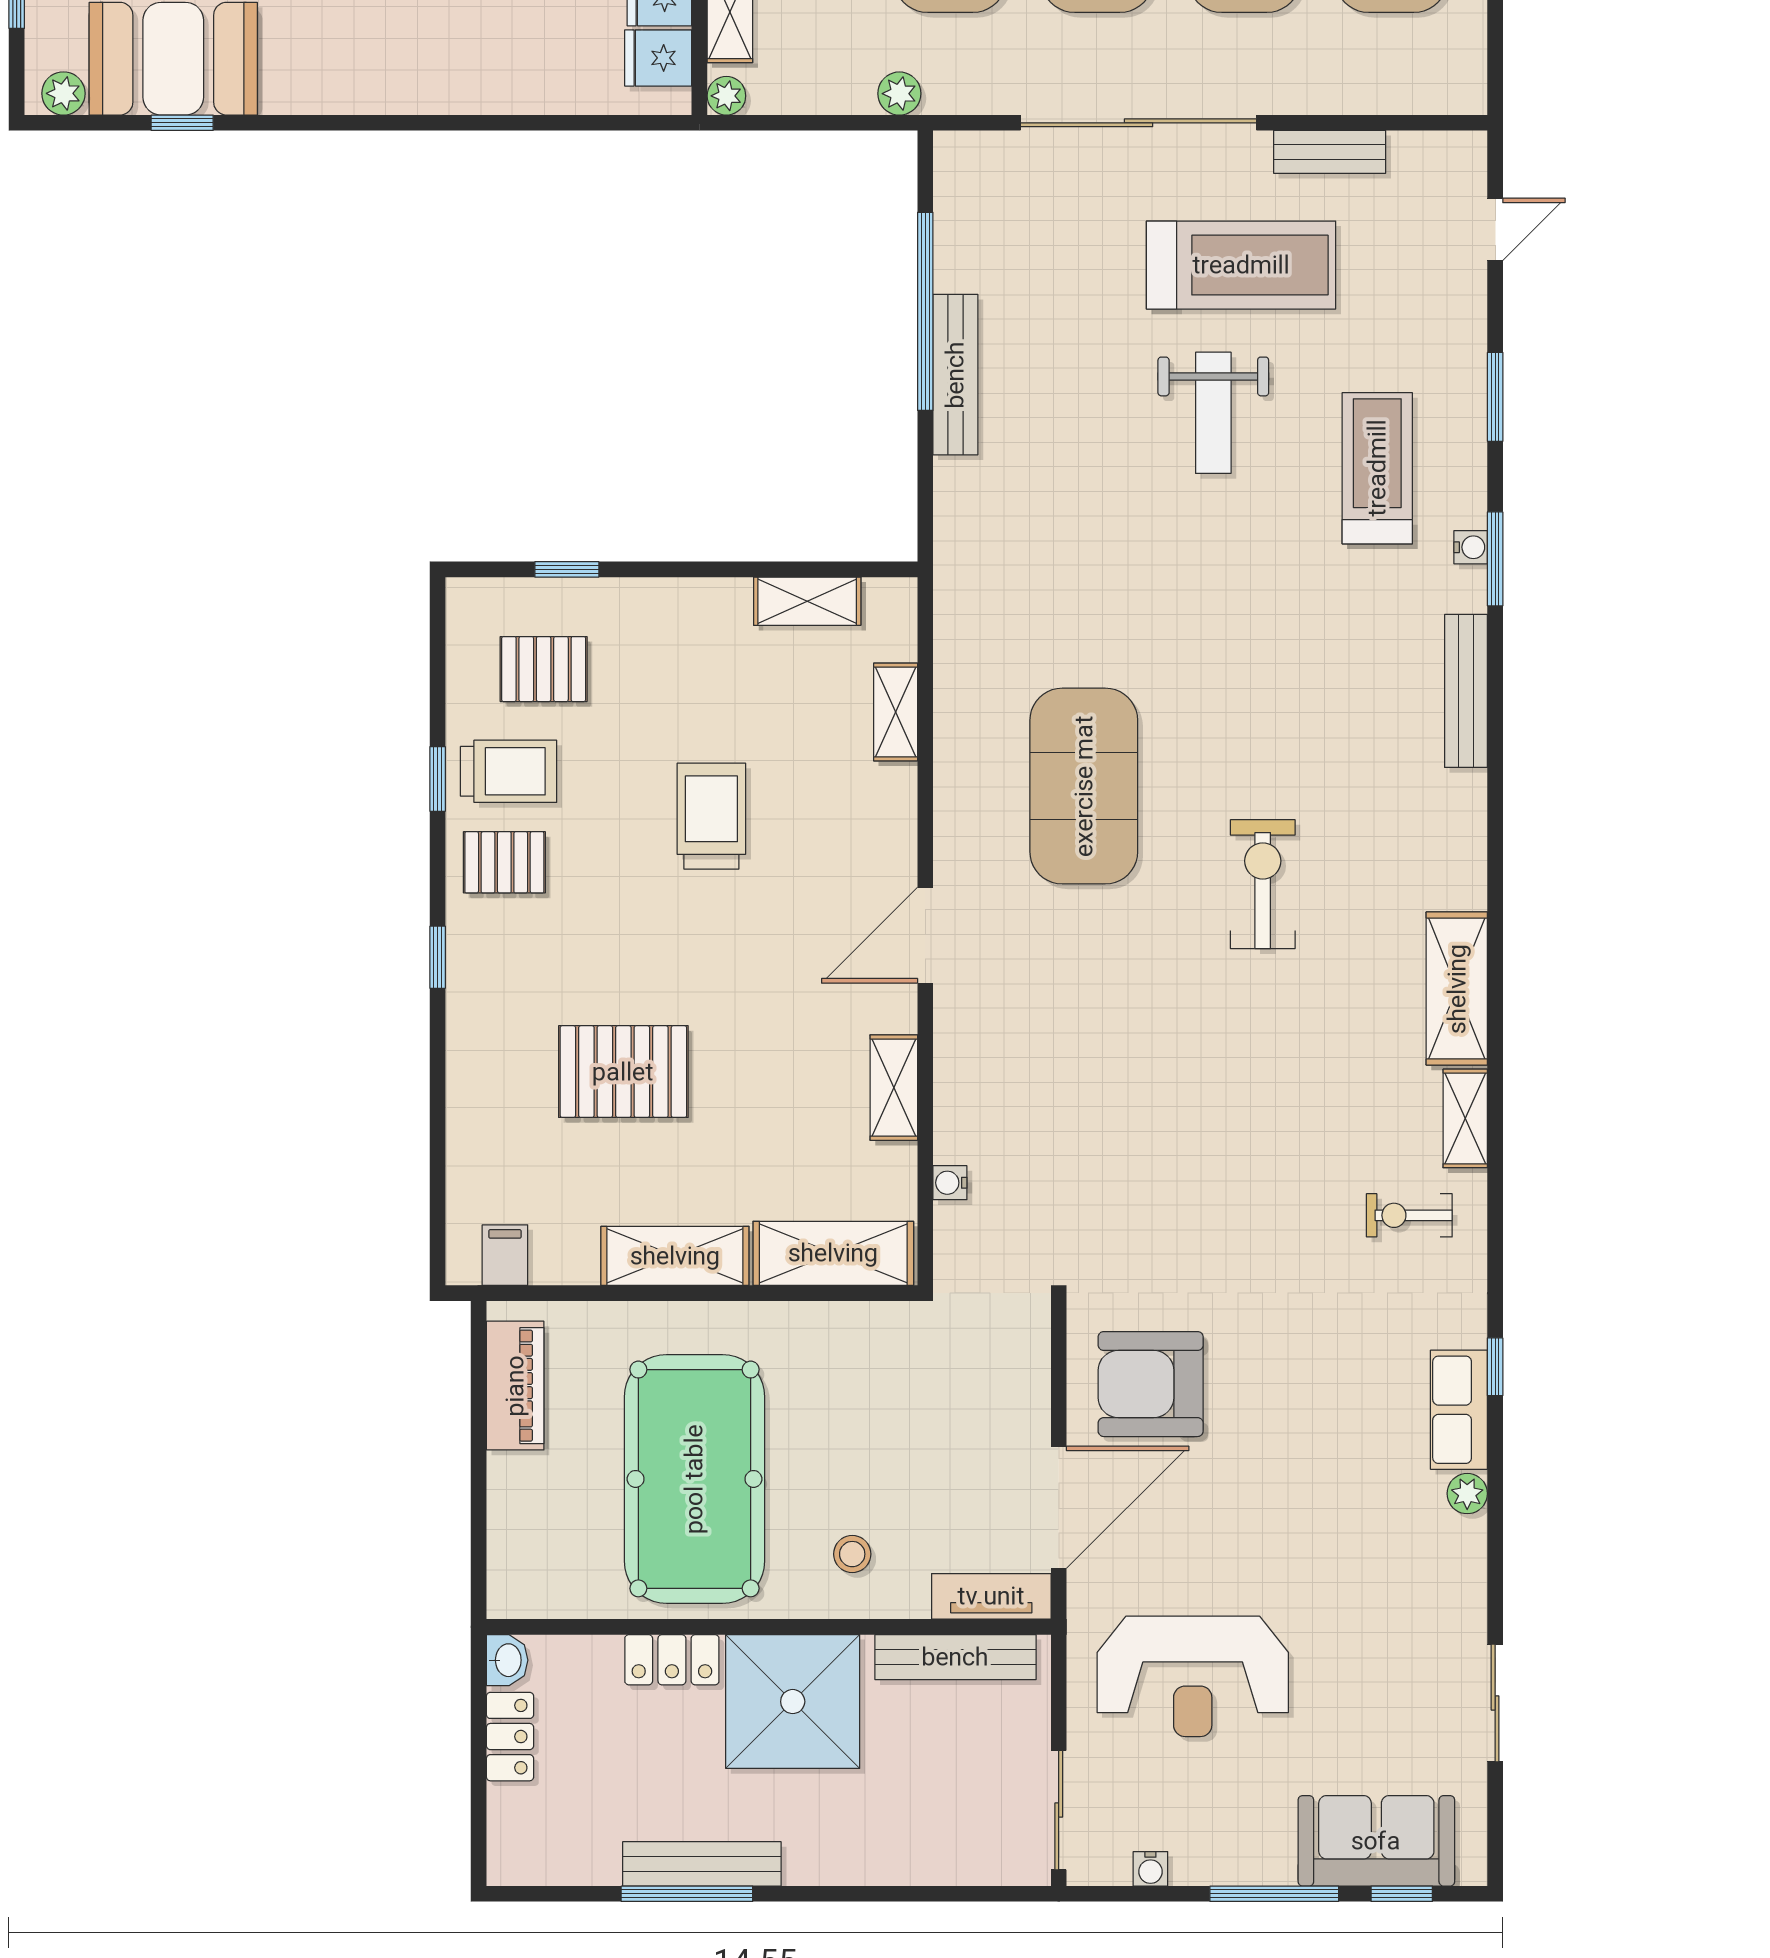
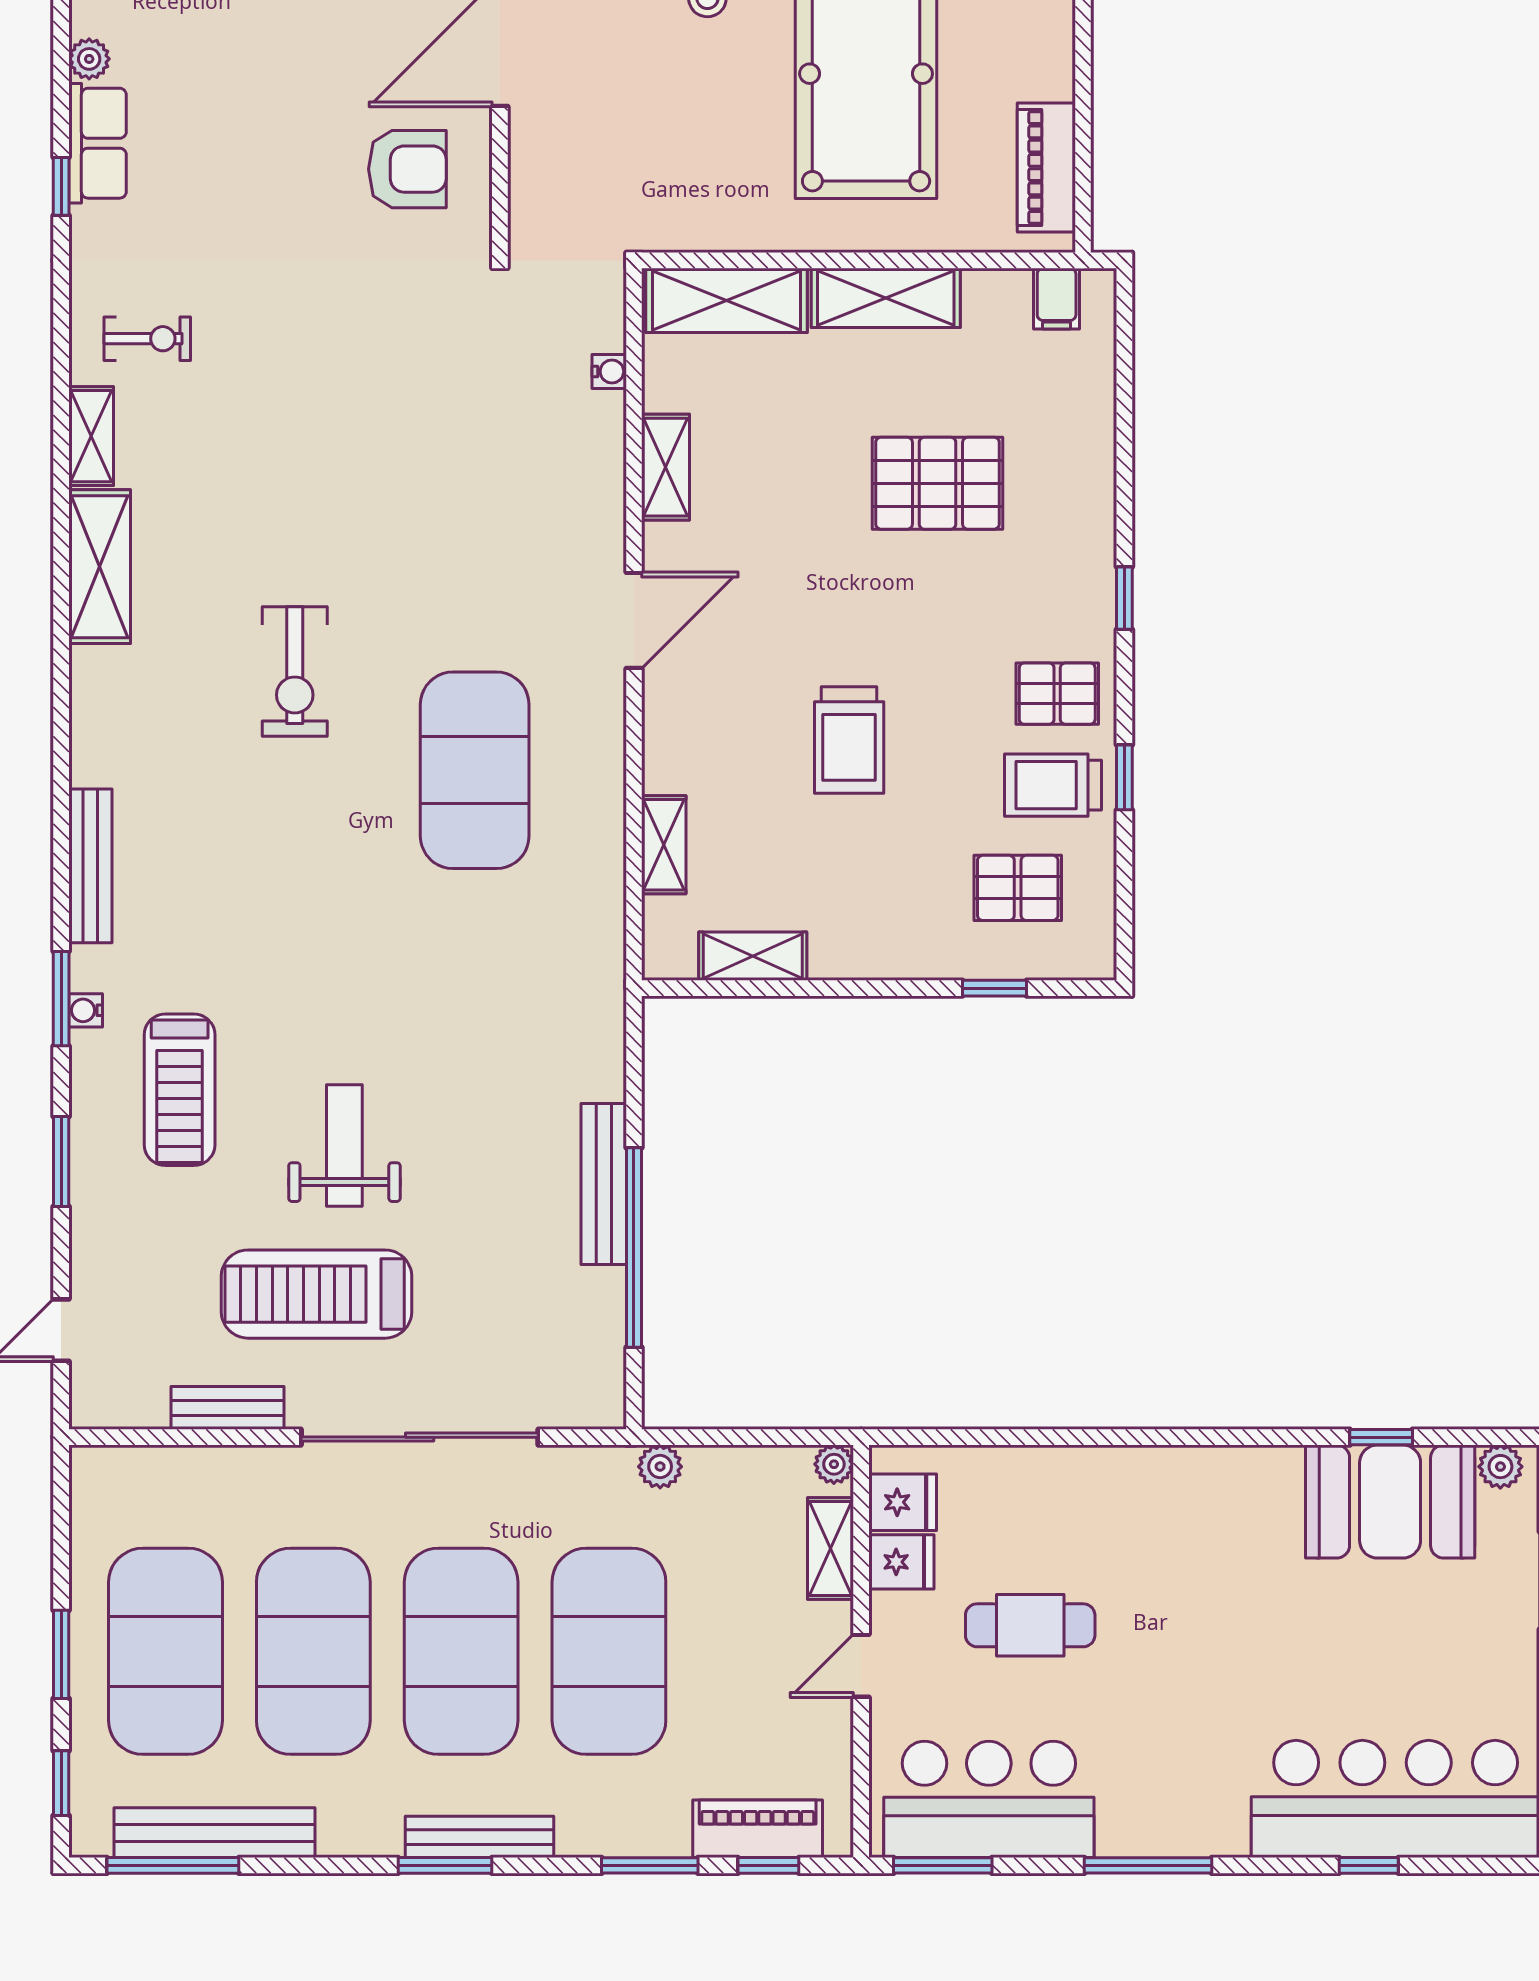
armchair: (1151, 1384) -> (407, 169), width x0.73, depth x0.73

